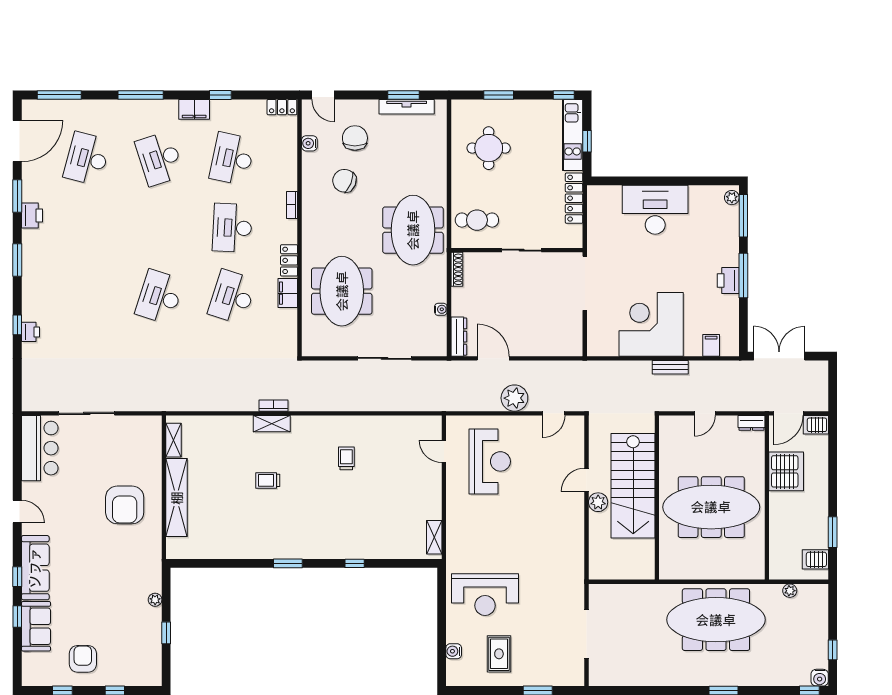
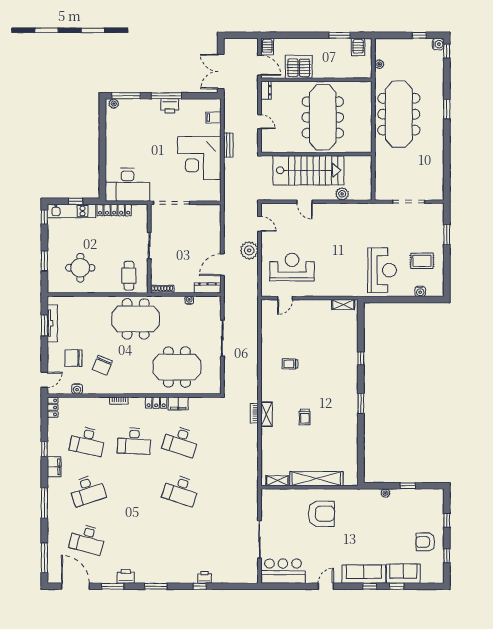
desk: (655, 210) -> (127, 185), moved, turned -90
plant: (598, 502) -> (342, 194), moved

